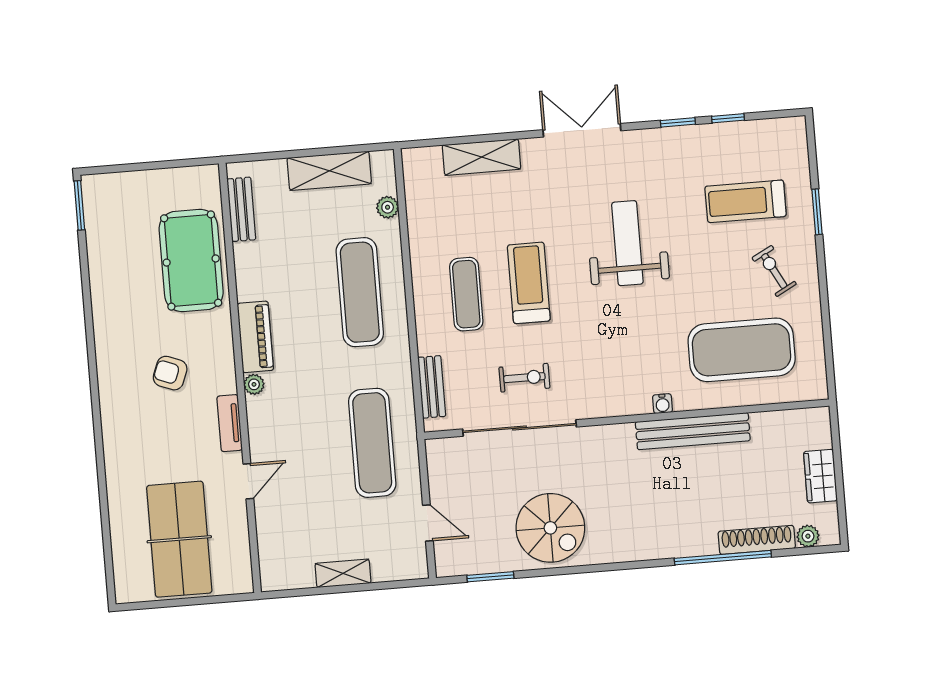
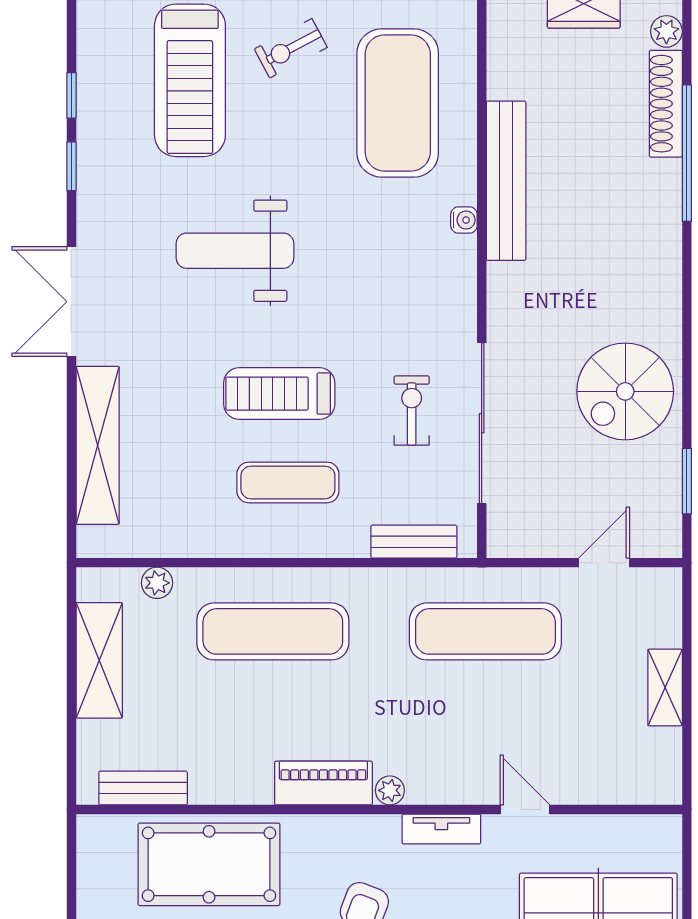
shelving: (481, 157) -> (98, 445), width x1.47
treadmill: (746, 201) -> (190, 80), width x1.37, depth x1.37
spiral stairs: (550, 528) -> (625, 391), turned 180

